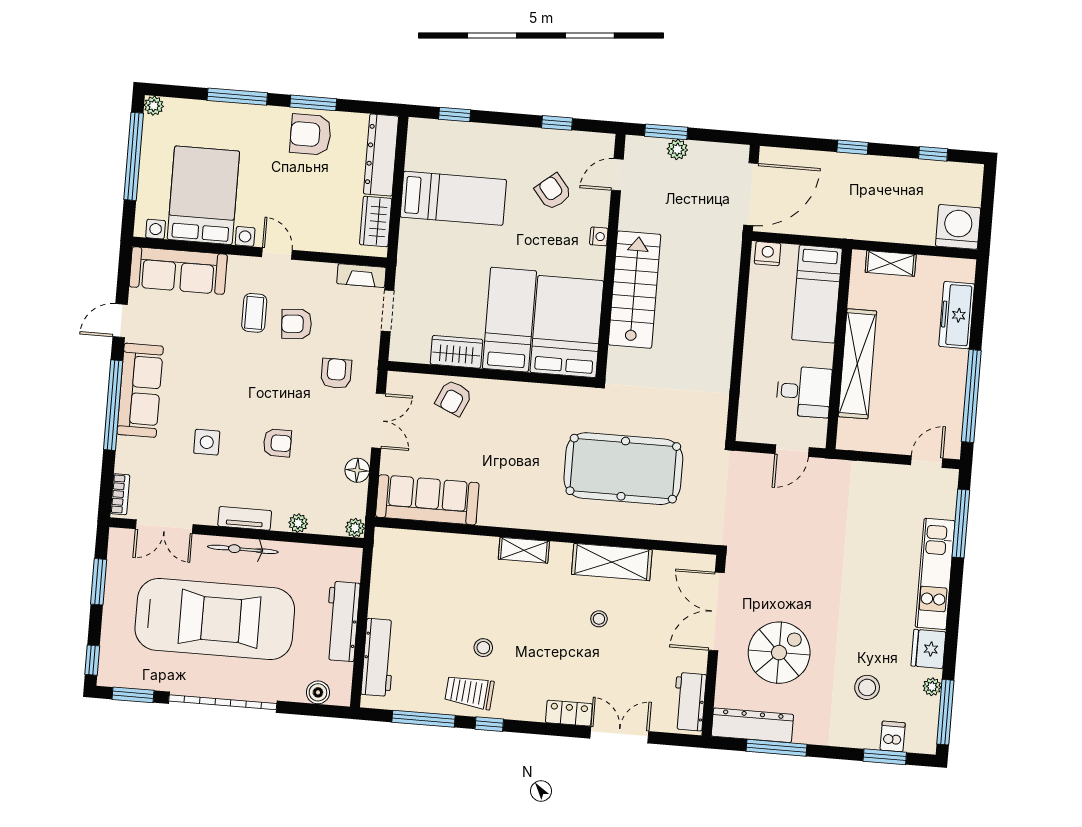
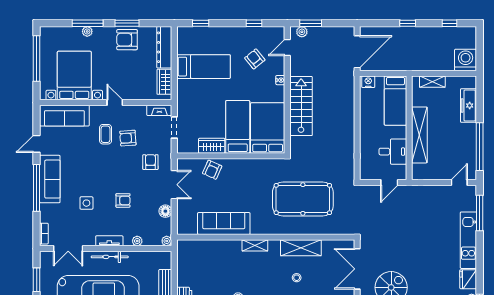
plant: (154, 106) -> (87, 31), moved
plant: (677, 149) -> (302, 32), moved
sofa: (427, 500) -> (224, 223), moved

